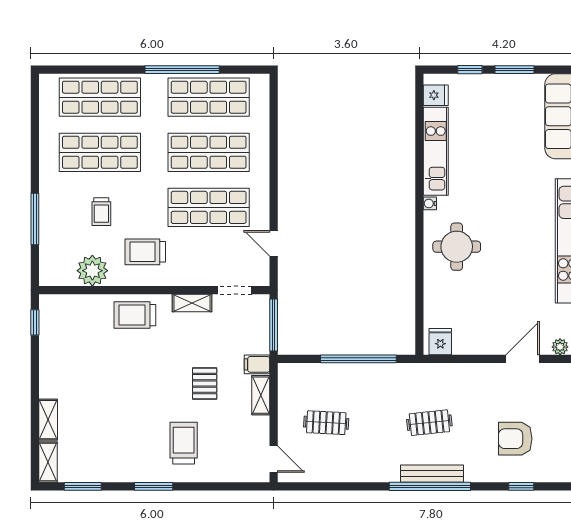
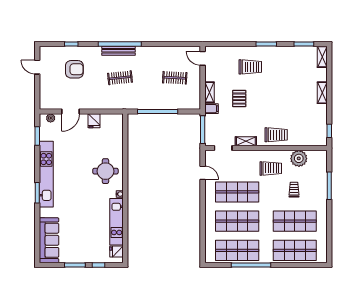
fridge: (440, 342) -> (94, 121), moved
shelving: (48, 420) -> (322, 93), moved
trolley: (184, 443) -> (250, 67), turned -90

